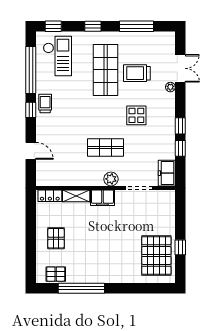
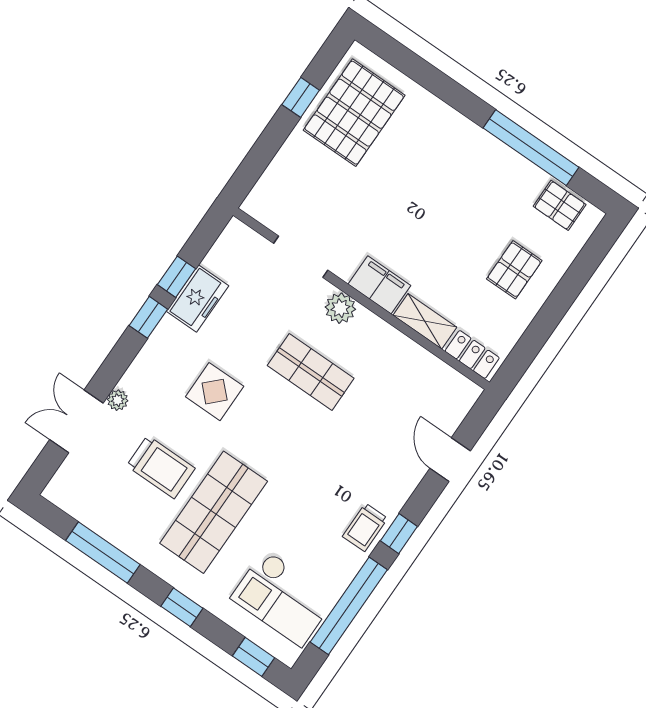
checkout: (57, 56) -> (283, 598), turned -90
freezer: (167, 173) -> (197, 299), moved

